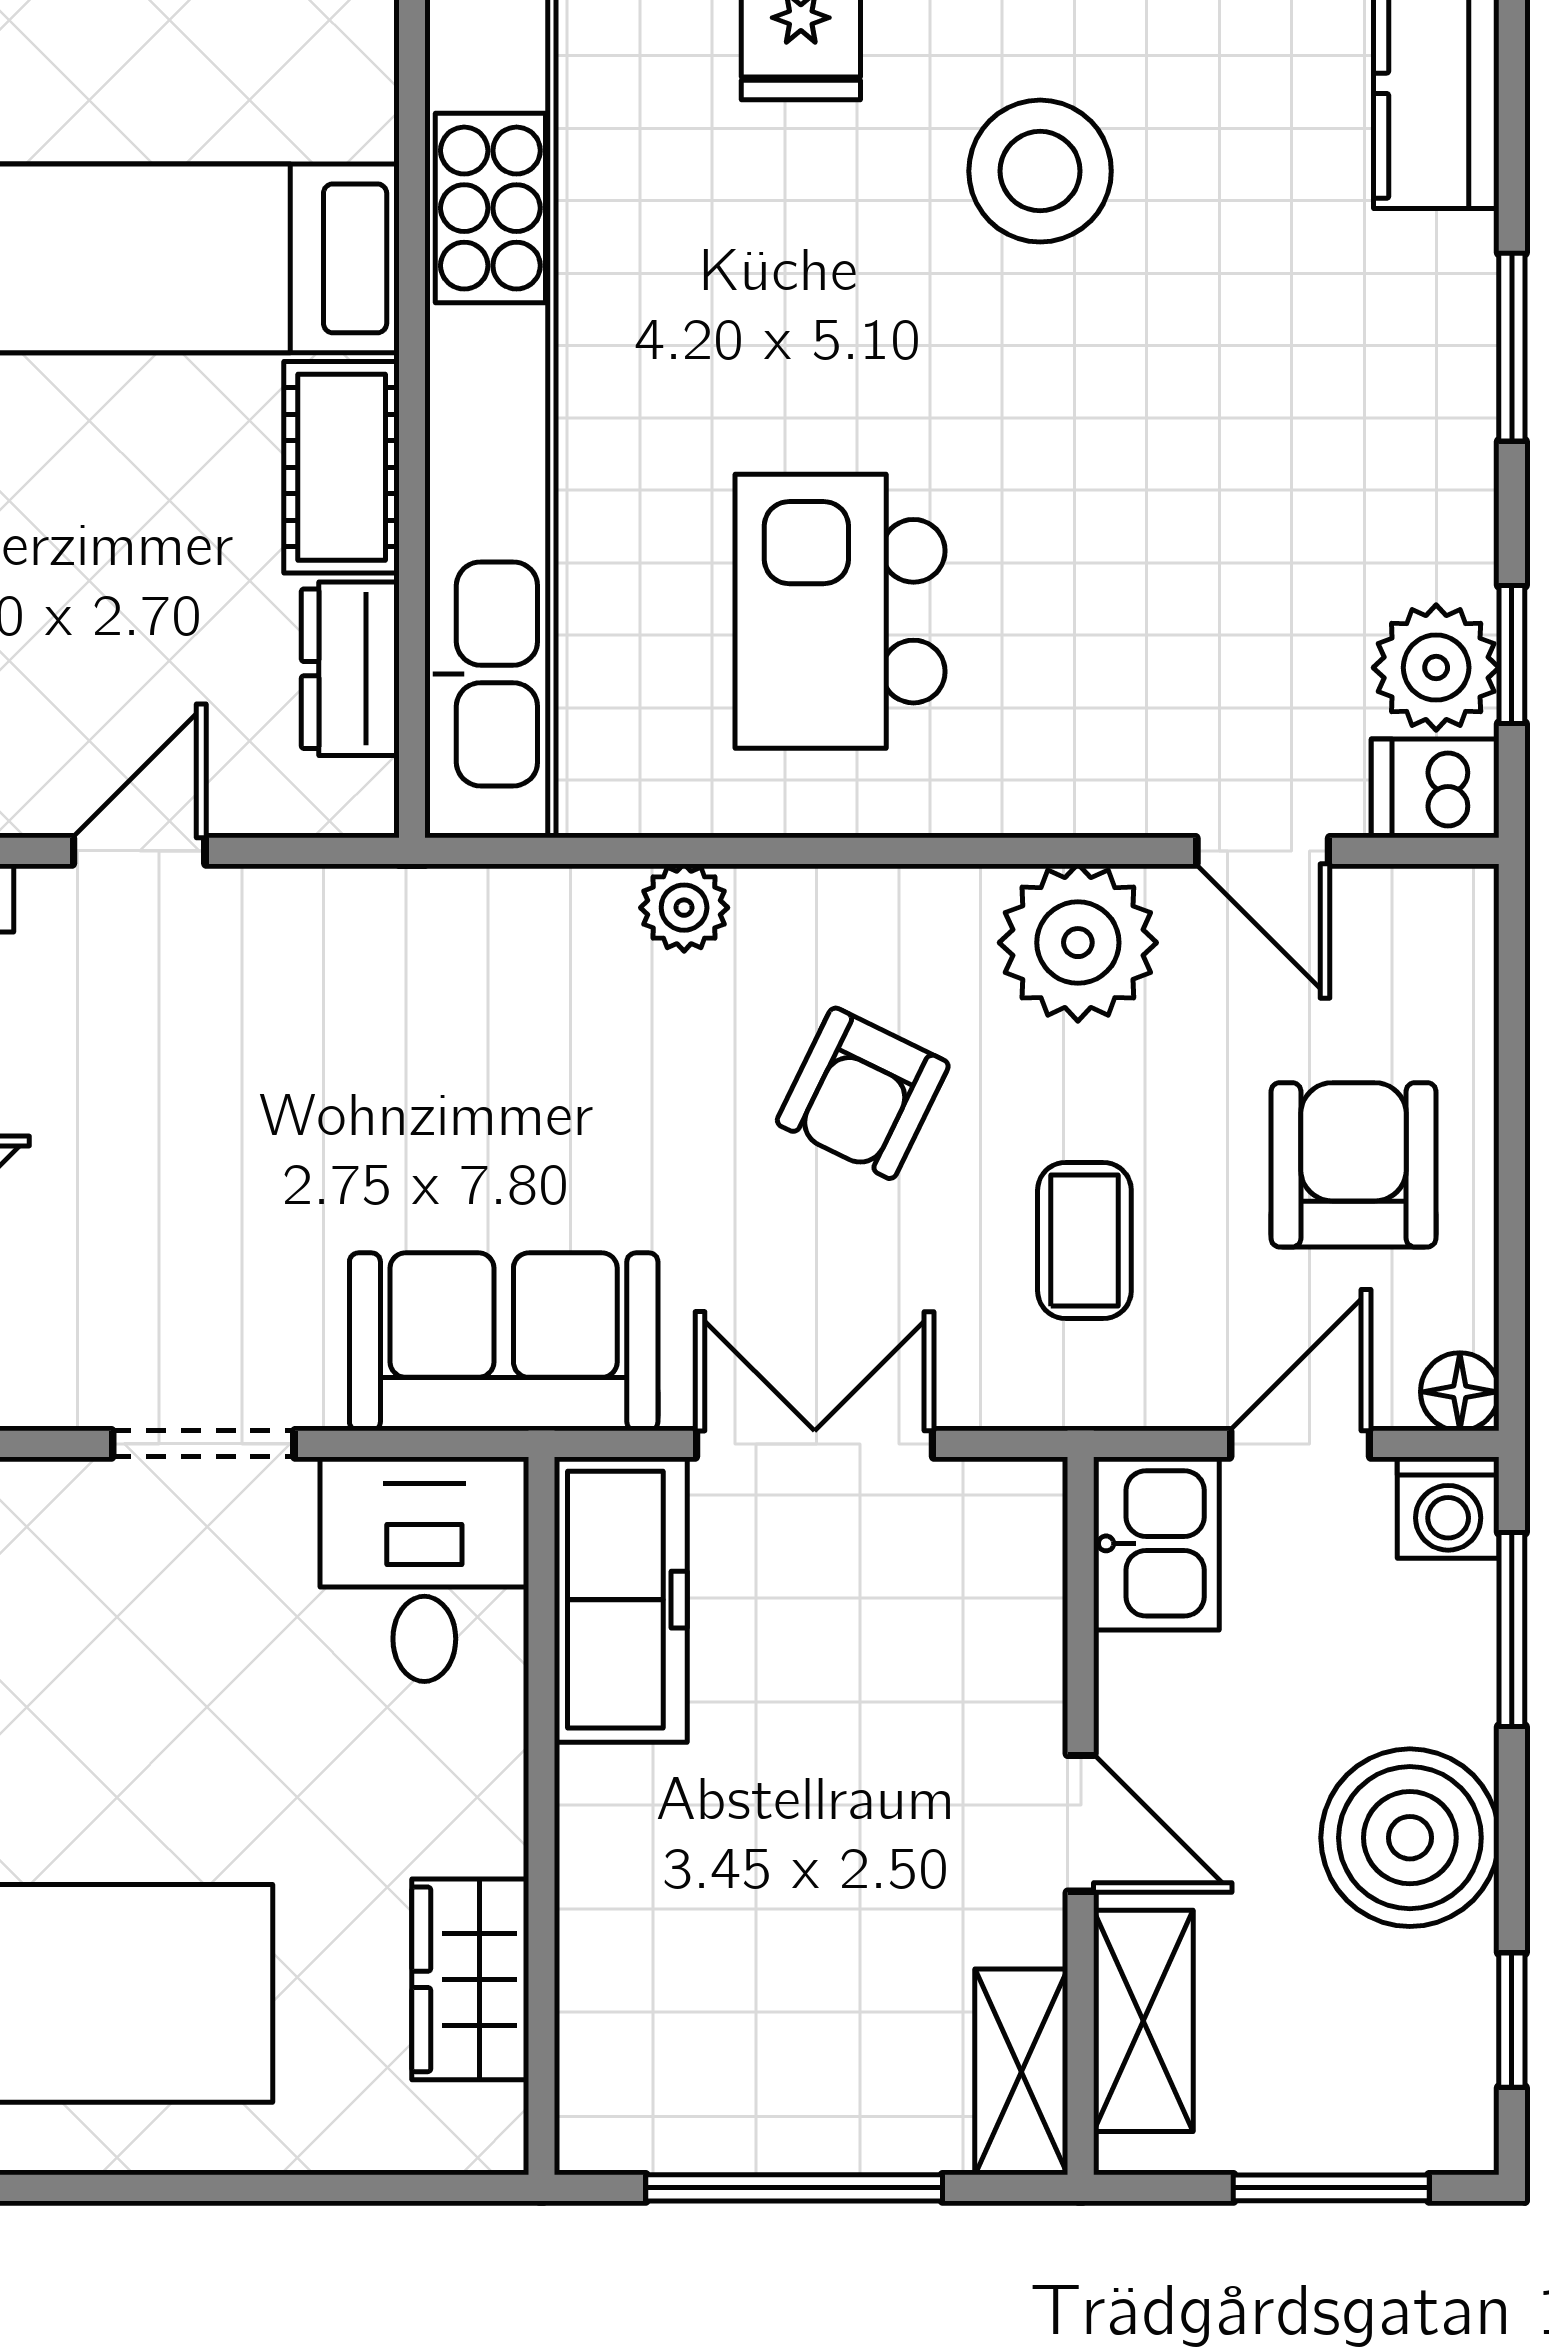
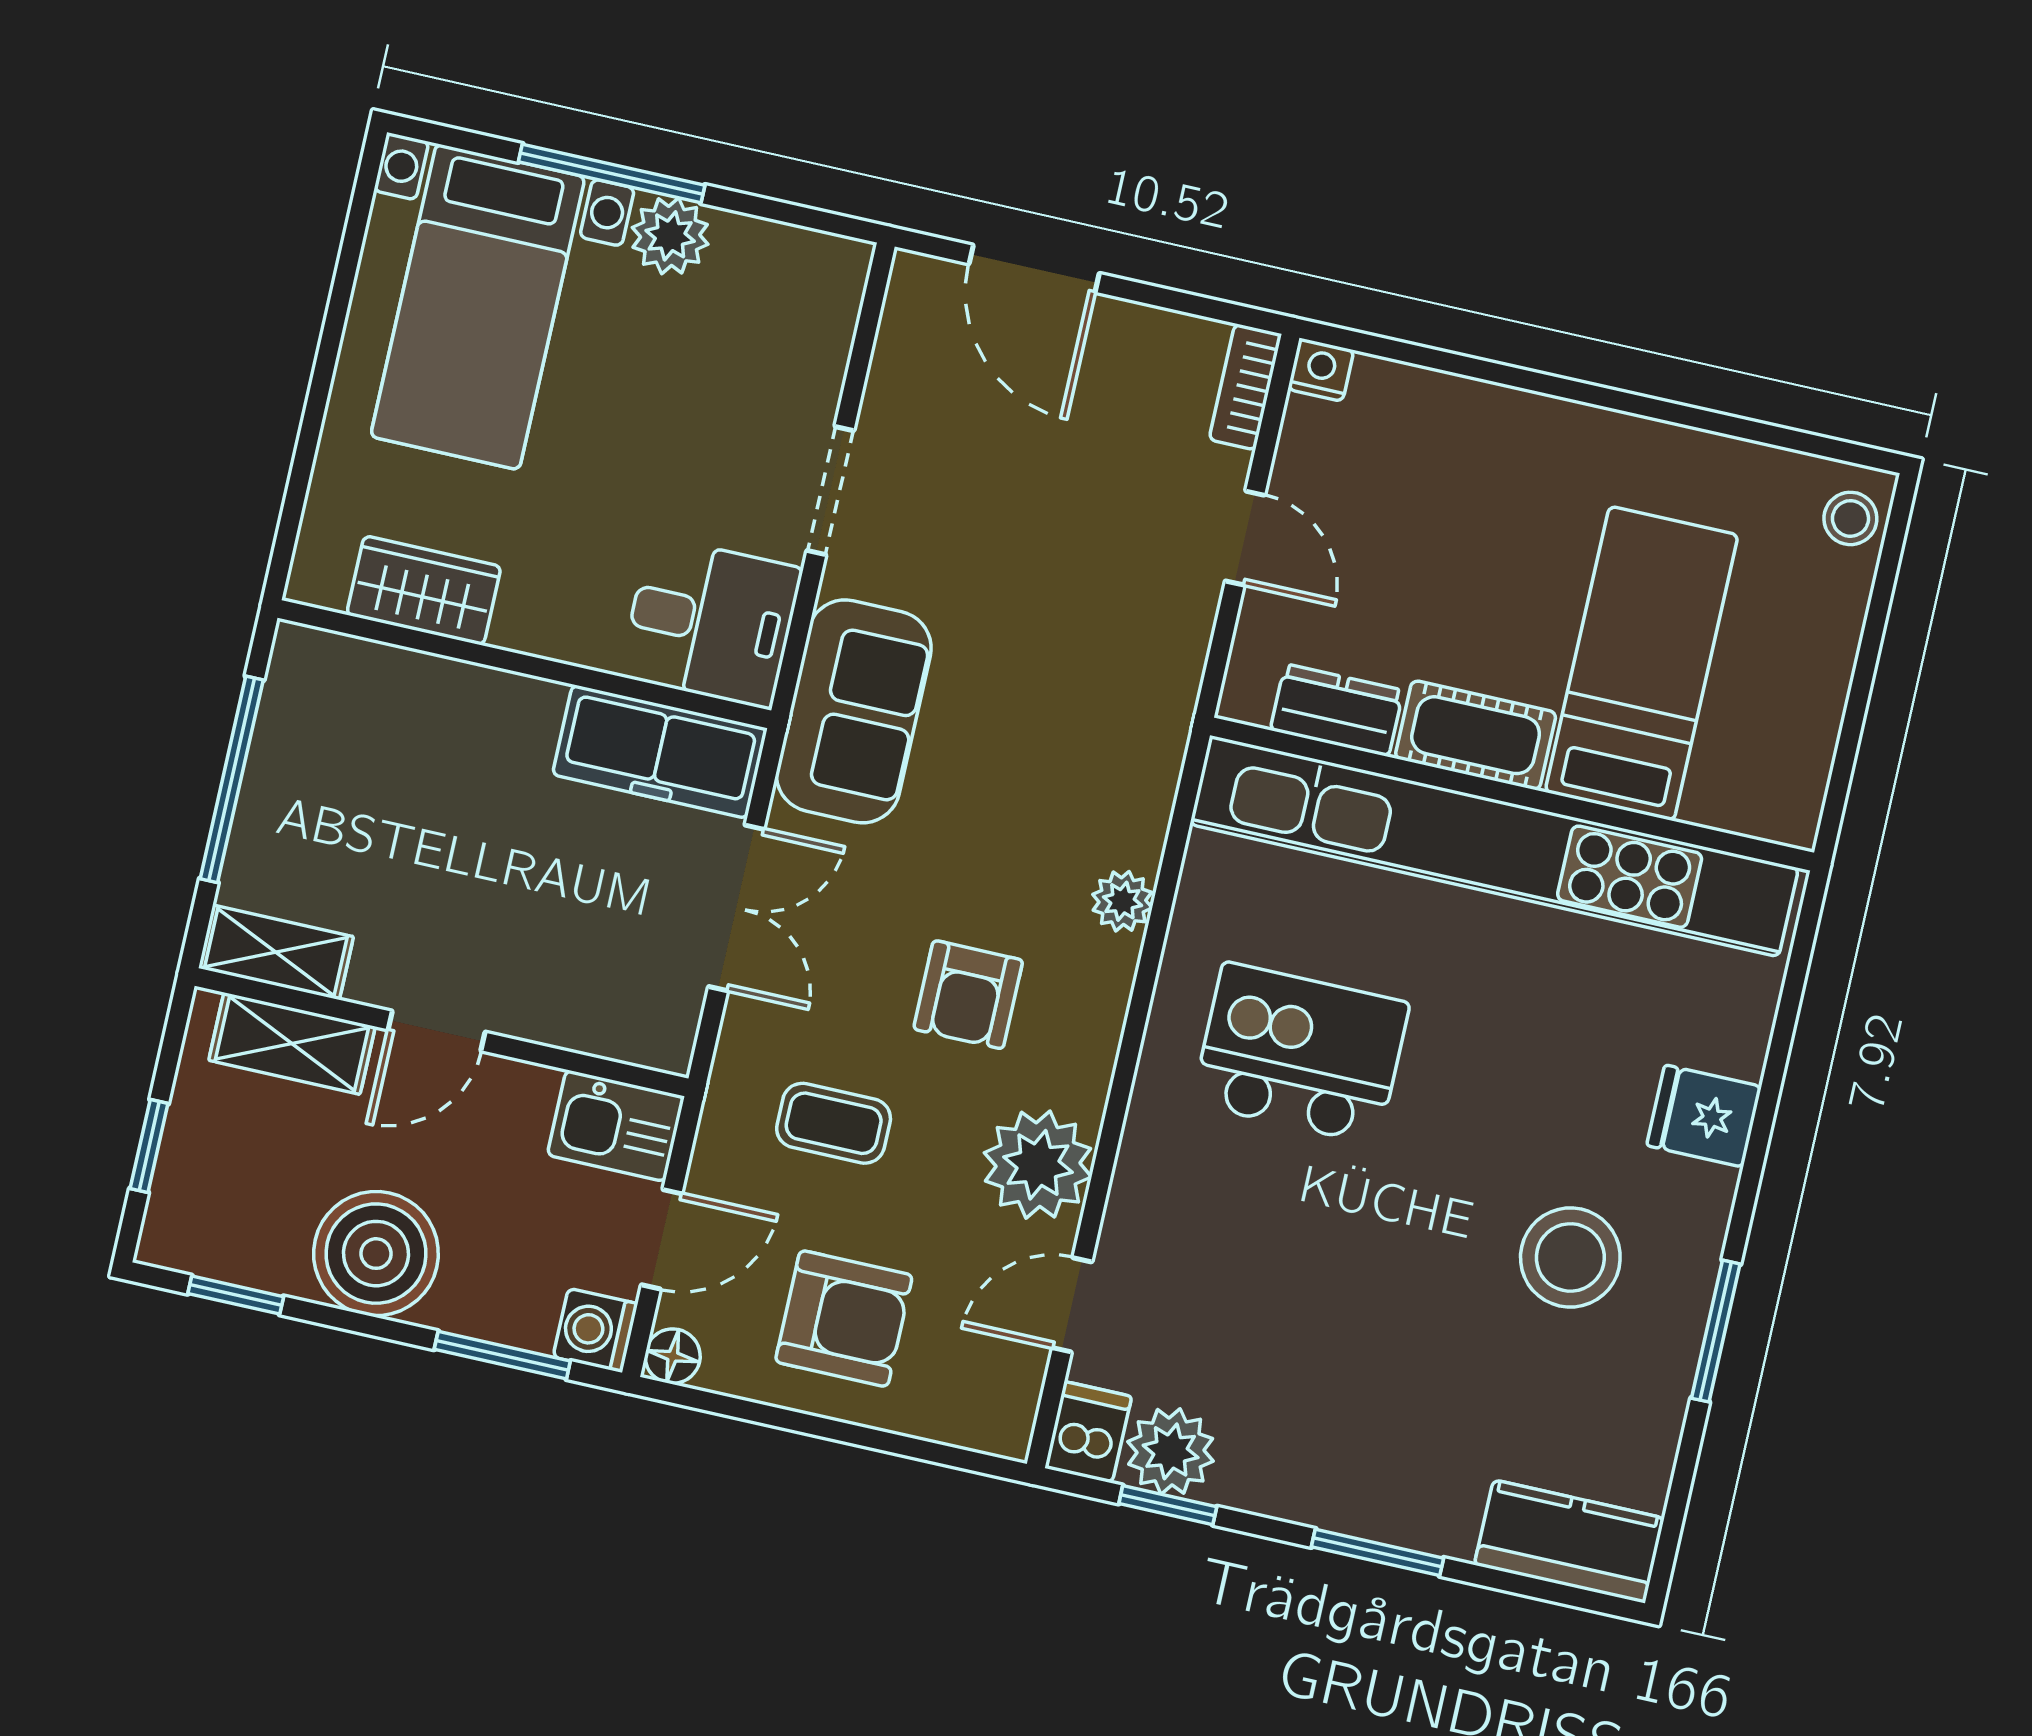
armchair: (863, 1093) -> (968, 995), turned -116
door: (1300, 1444) -> (662, 1239), hinge flipped
window: (1331, 2188) -> (149, 1146), width x0.67

